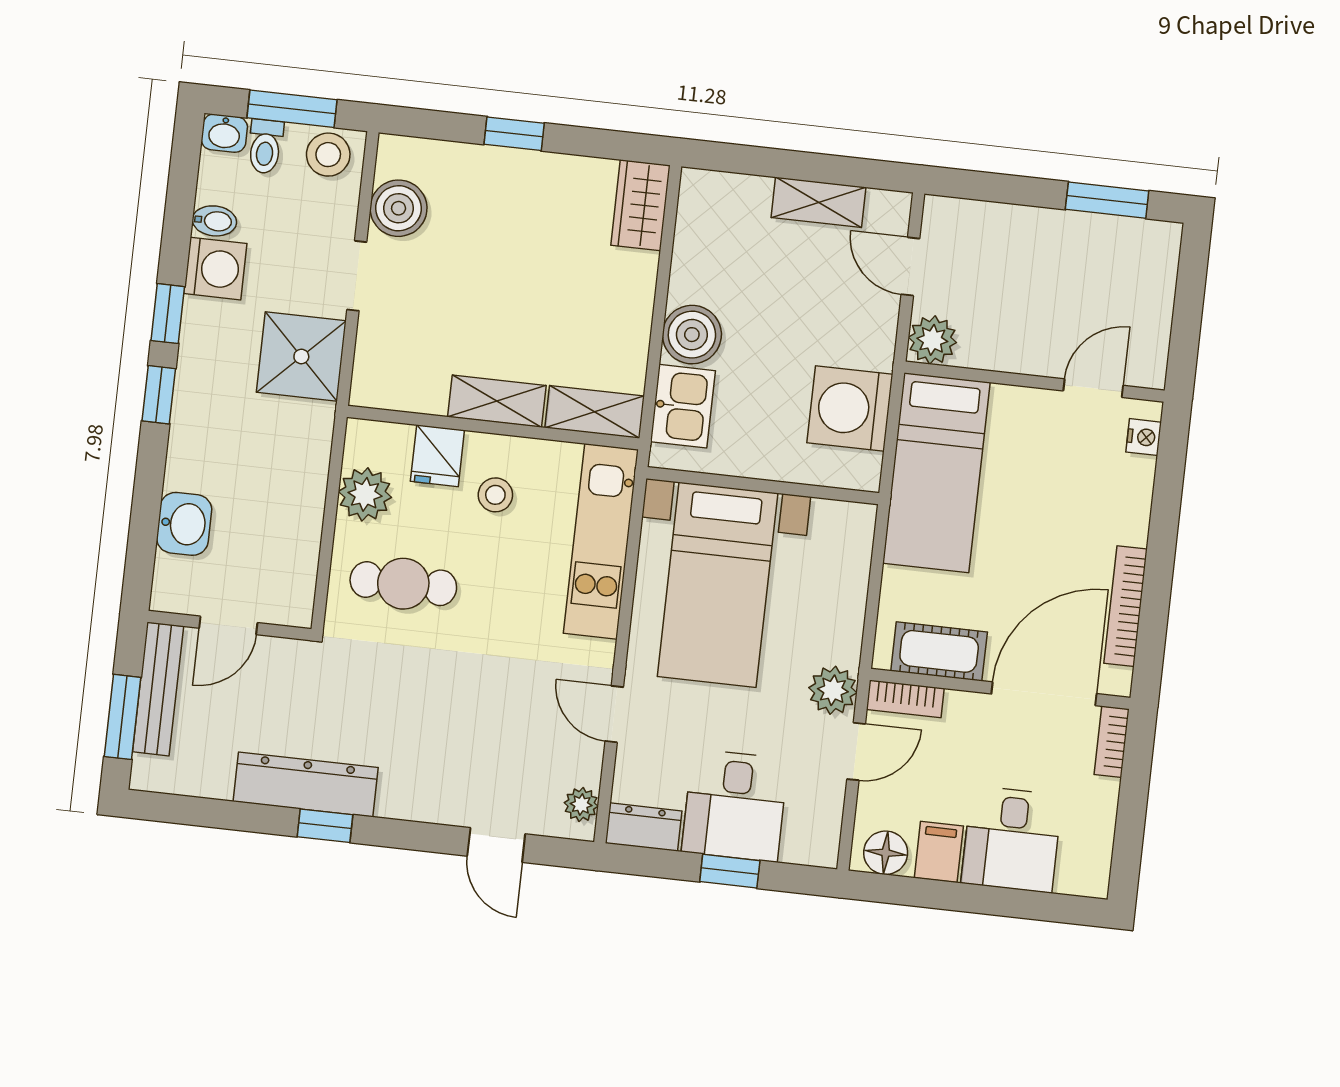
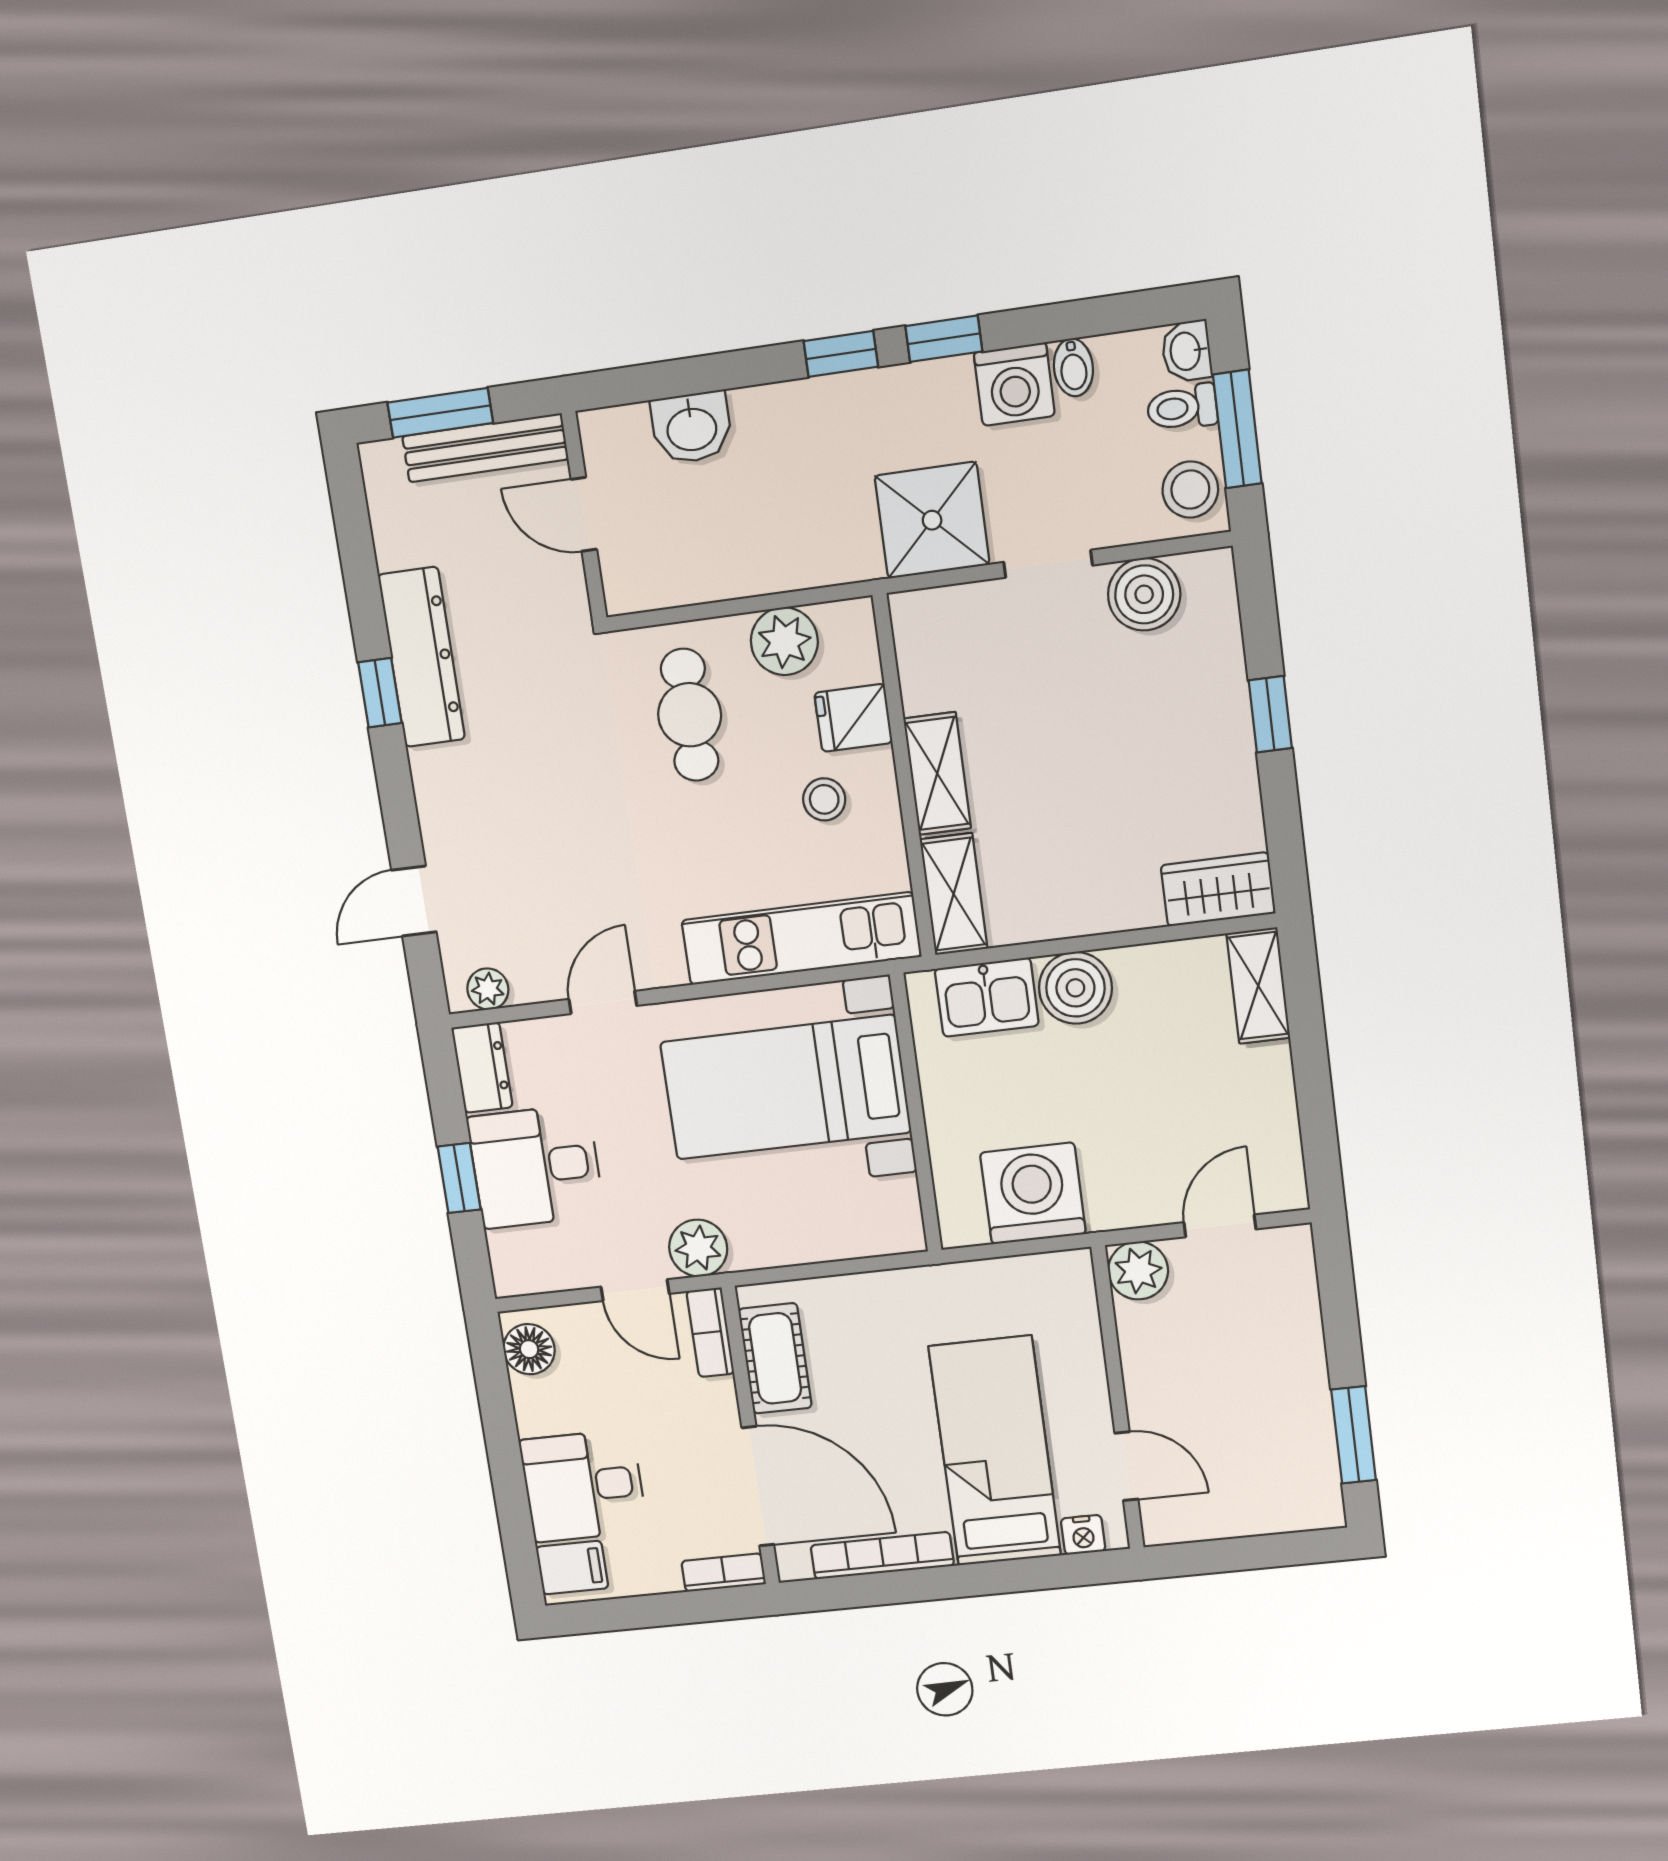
shelving: (819, 202) -> (1258, 986), moved
bed: (936, 473) -> (995, 1451), moved, turned 90
filing cabinet: (939, 852) -> (572, 1568), moved

